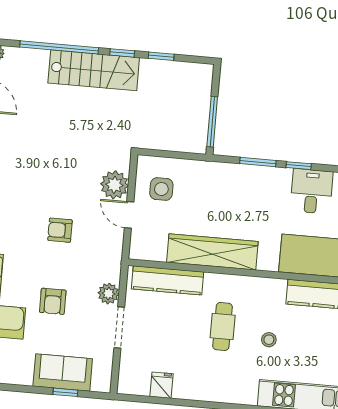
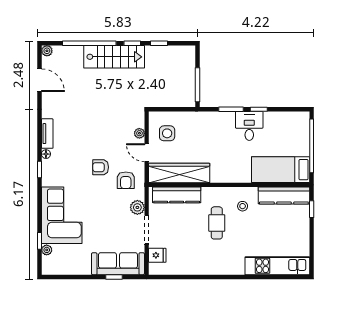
plant: (114, 185) -> (139, 133), width x0.53, depth x0.53
desk: (312, 191) -> (249, 126), moved
wardrobe: (212, 252) -> (179, 173), moved
armchair: (53, 301) -> (126, 180), moved
stool: (269, 340) -> (243, 206), moved
sofa: (63, 373) -> (118, 264), width x1.36
fridge: (162, 385) -> (157, 255), moved, turned 90

